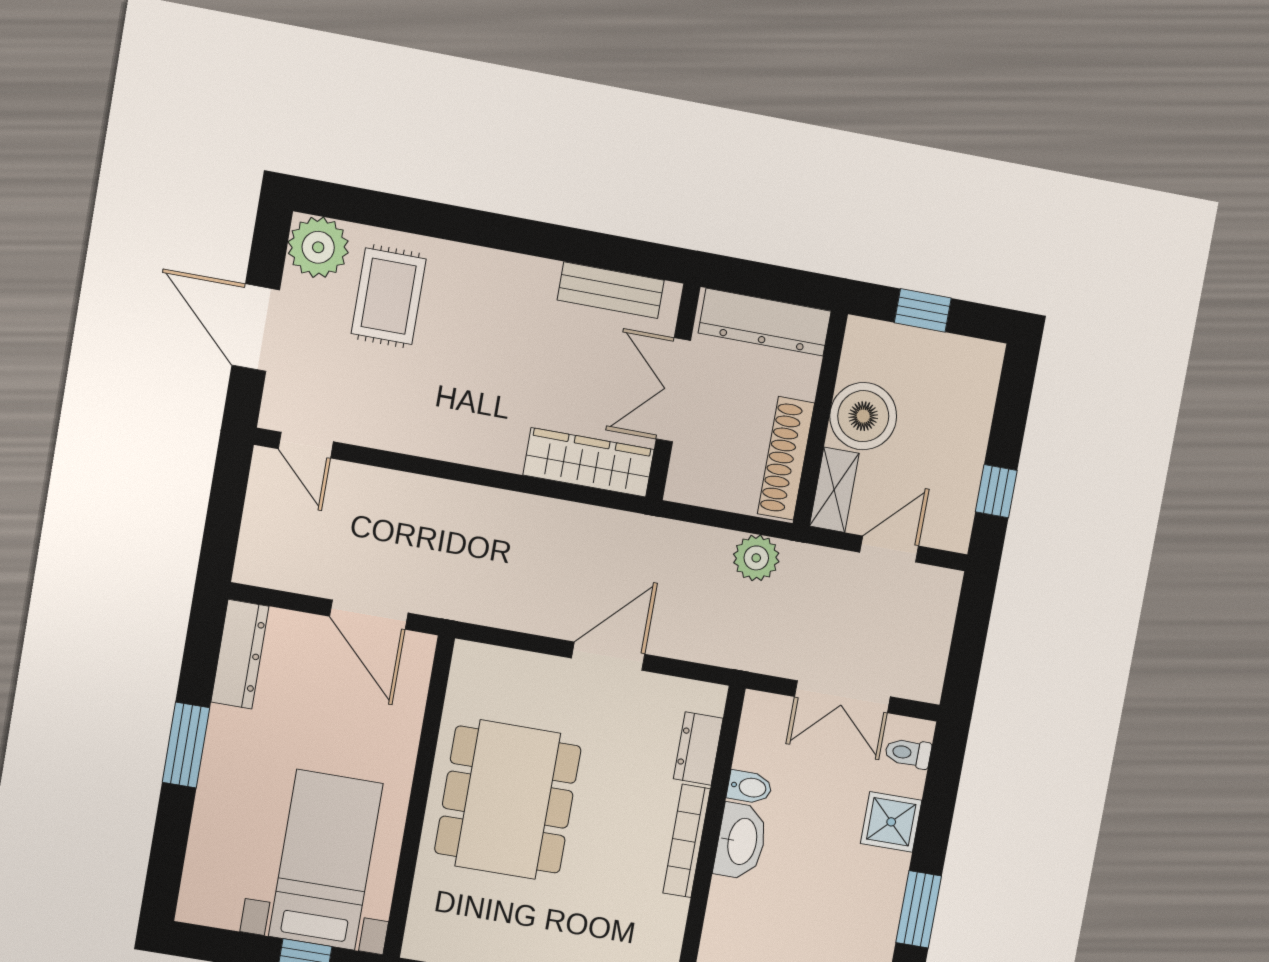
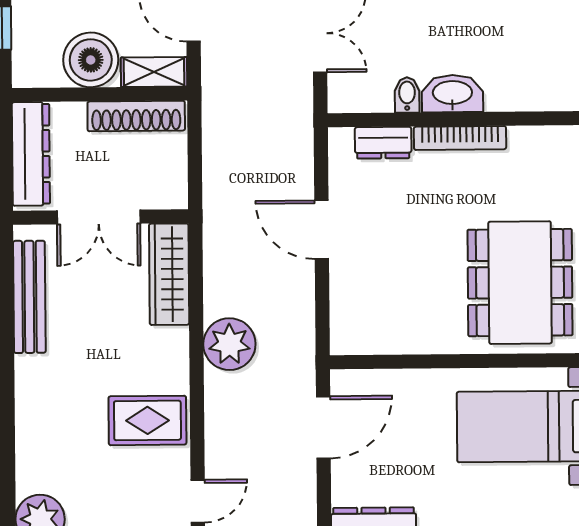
bench: (611, 290) -> (29, 297), width x1.36
rug: (389, 296) -> (147, 420), moved
plant: (756, 558) -> (229, 344), moved, width x1.36, depth x1.36
dining table: (508, 800) -> (520, 283), moved, turned 90

